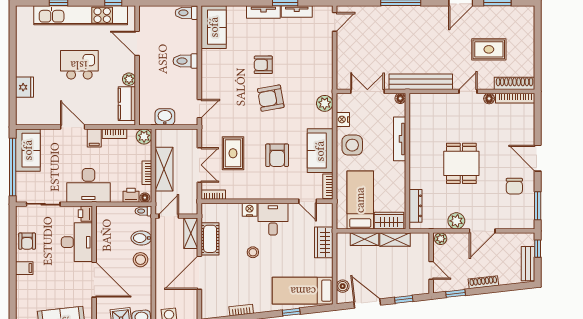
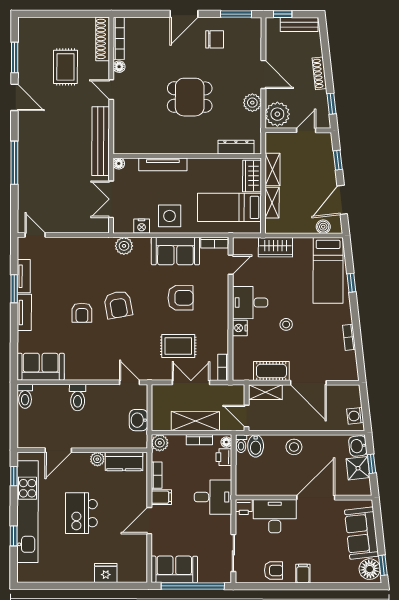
desk: (88, 185) -> (213, 497), width x0.73
bidet: (141, 238) -> (256, 446), moved
plant: (441, 239) -> (277, 114), width x1.88, depth x1.88

